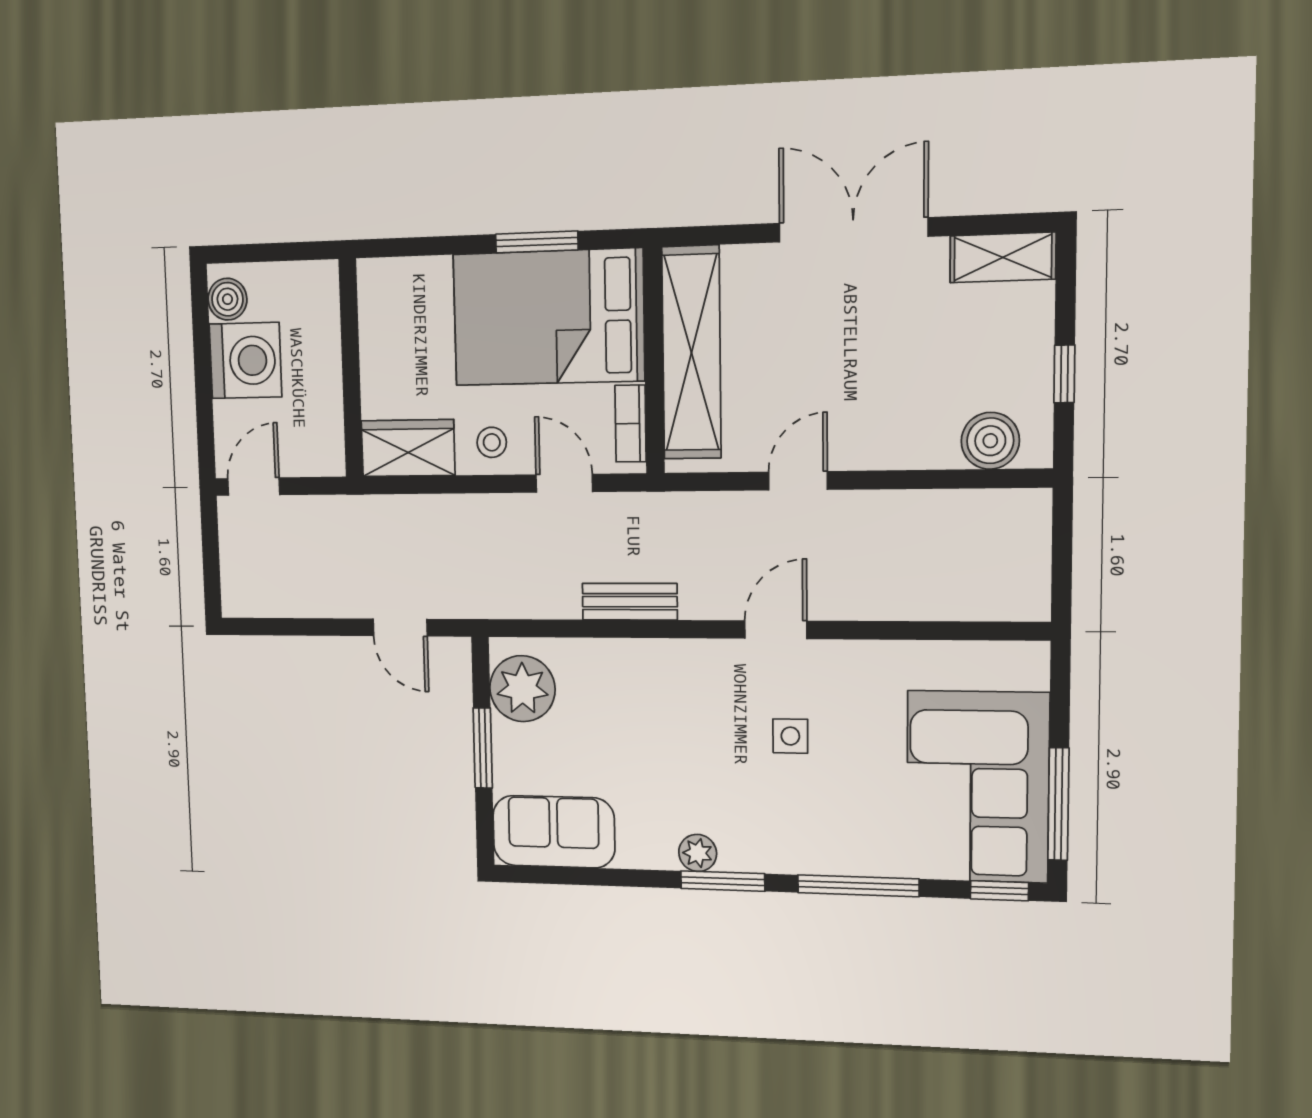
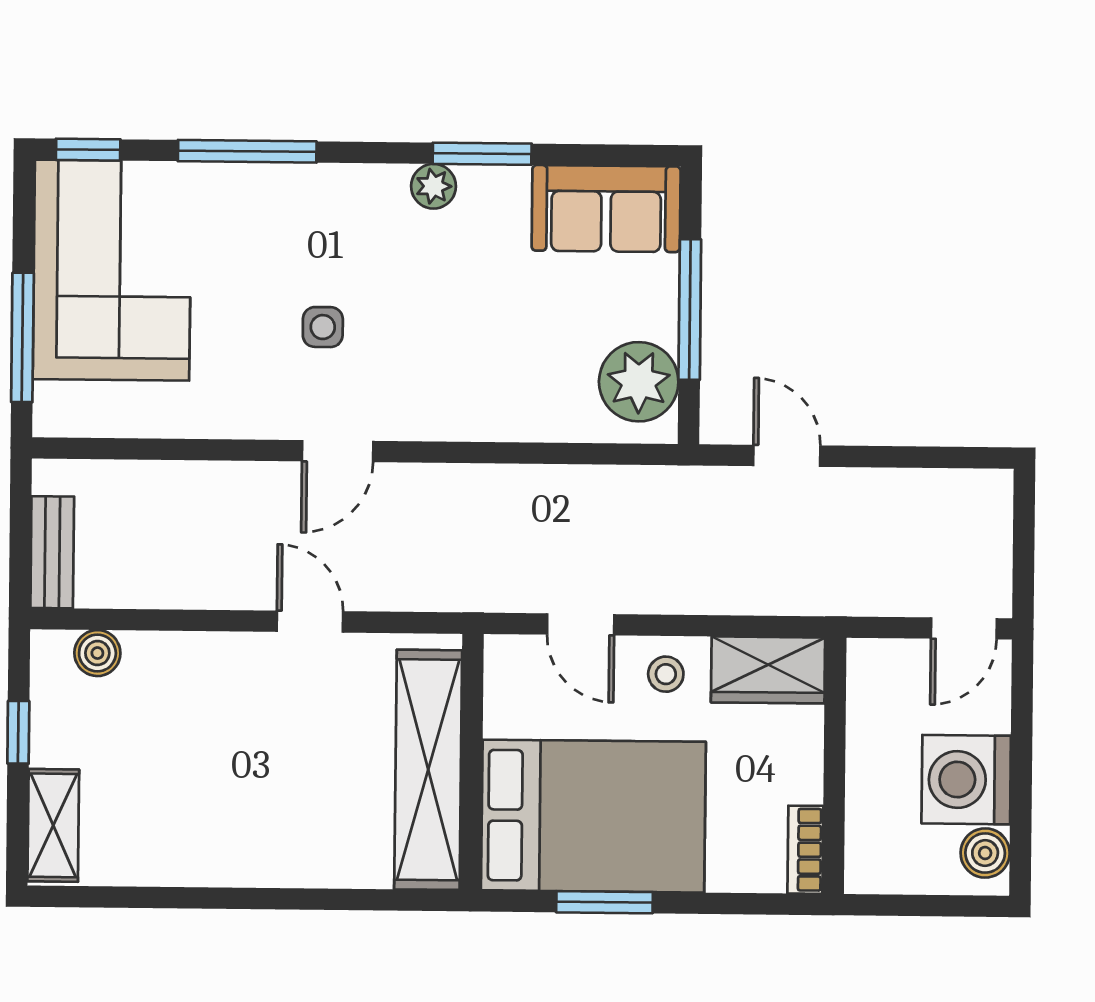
double door: (853, 230) -> (245, 898), removed
shelving: (1003, 257) -> (53, 825), moved, turned 90
bookcase: (630, 424) -> (805, 850), moved, turned 180
boiler: (990, 441) -> (97, 653), width x0.73, depth x0.73
door: (798, 481) -> (310, 622), swing flipped
bench: (630, 602) -> (52, 552), moved, turned 90
window: (483, 748) -> (690, 310), width x1.44
window: (1058, 804) -> (22, 337), moved
window: (723, 881) -> (482, 154), moved

